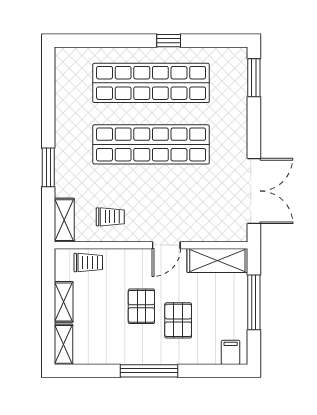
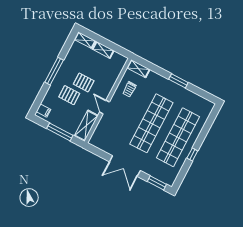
window: (48, 167) -> (178, 81), moved
double door: (254, 191) -> (125, 166), moved
trolley: (88, 263) -> (115, 69), removed

